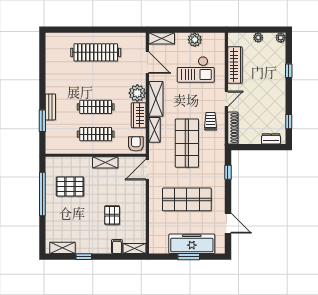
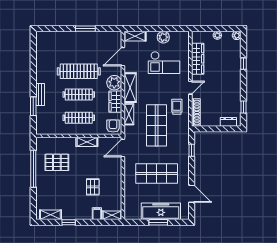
window: (103, 30) -> (85, 29), added
clothes rail: (96, 52) -> (79, 71), moved
door: (147, 63) -> (123, 57), swing flipped

